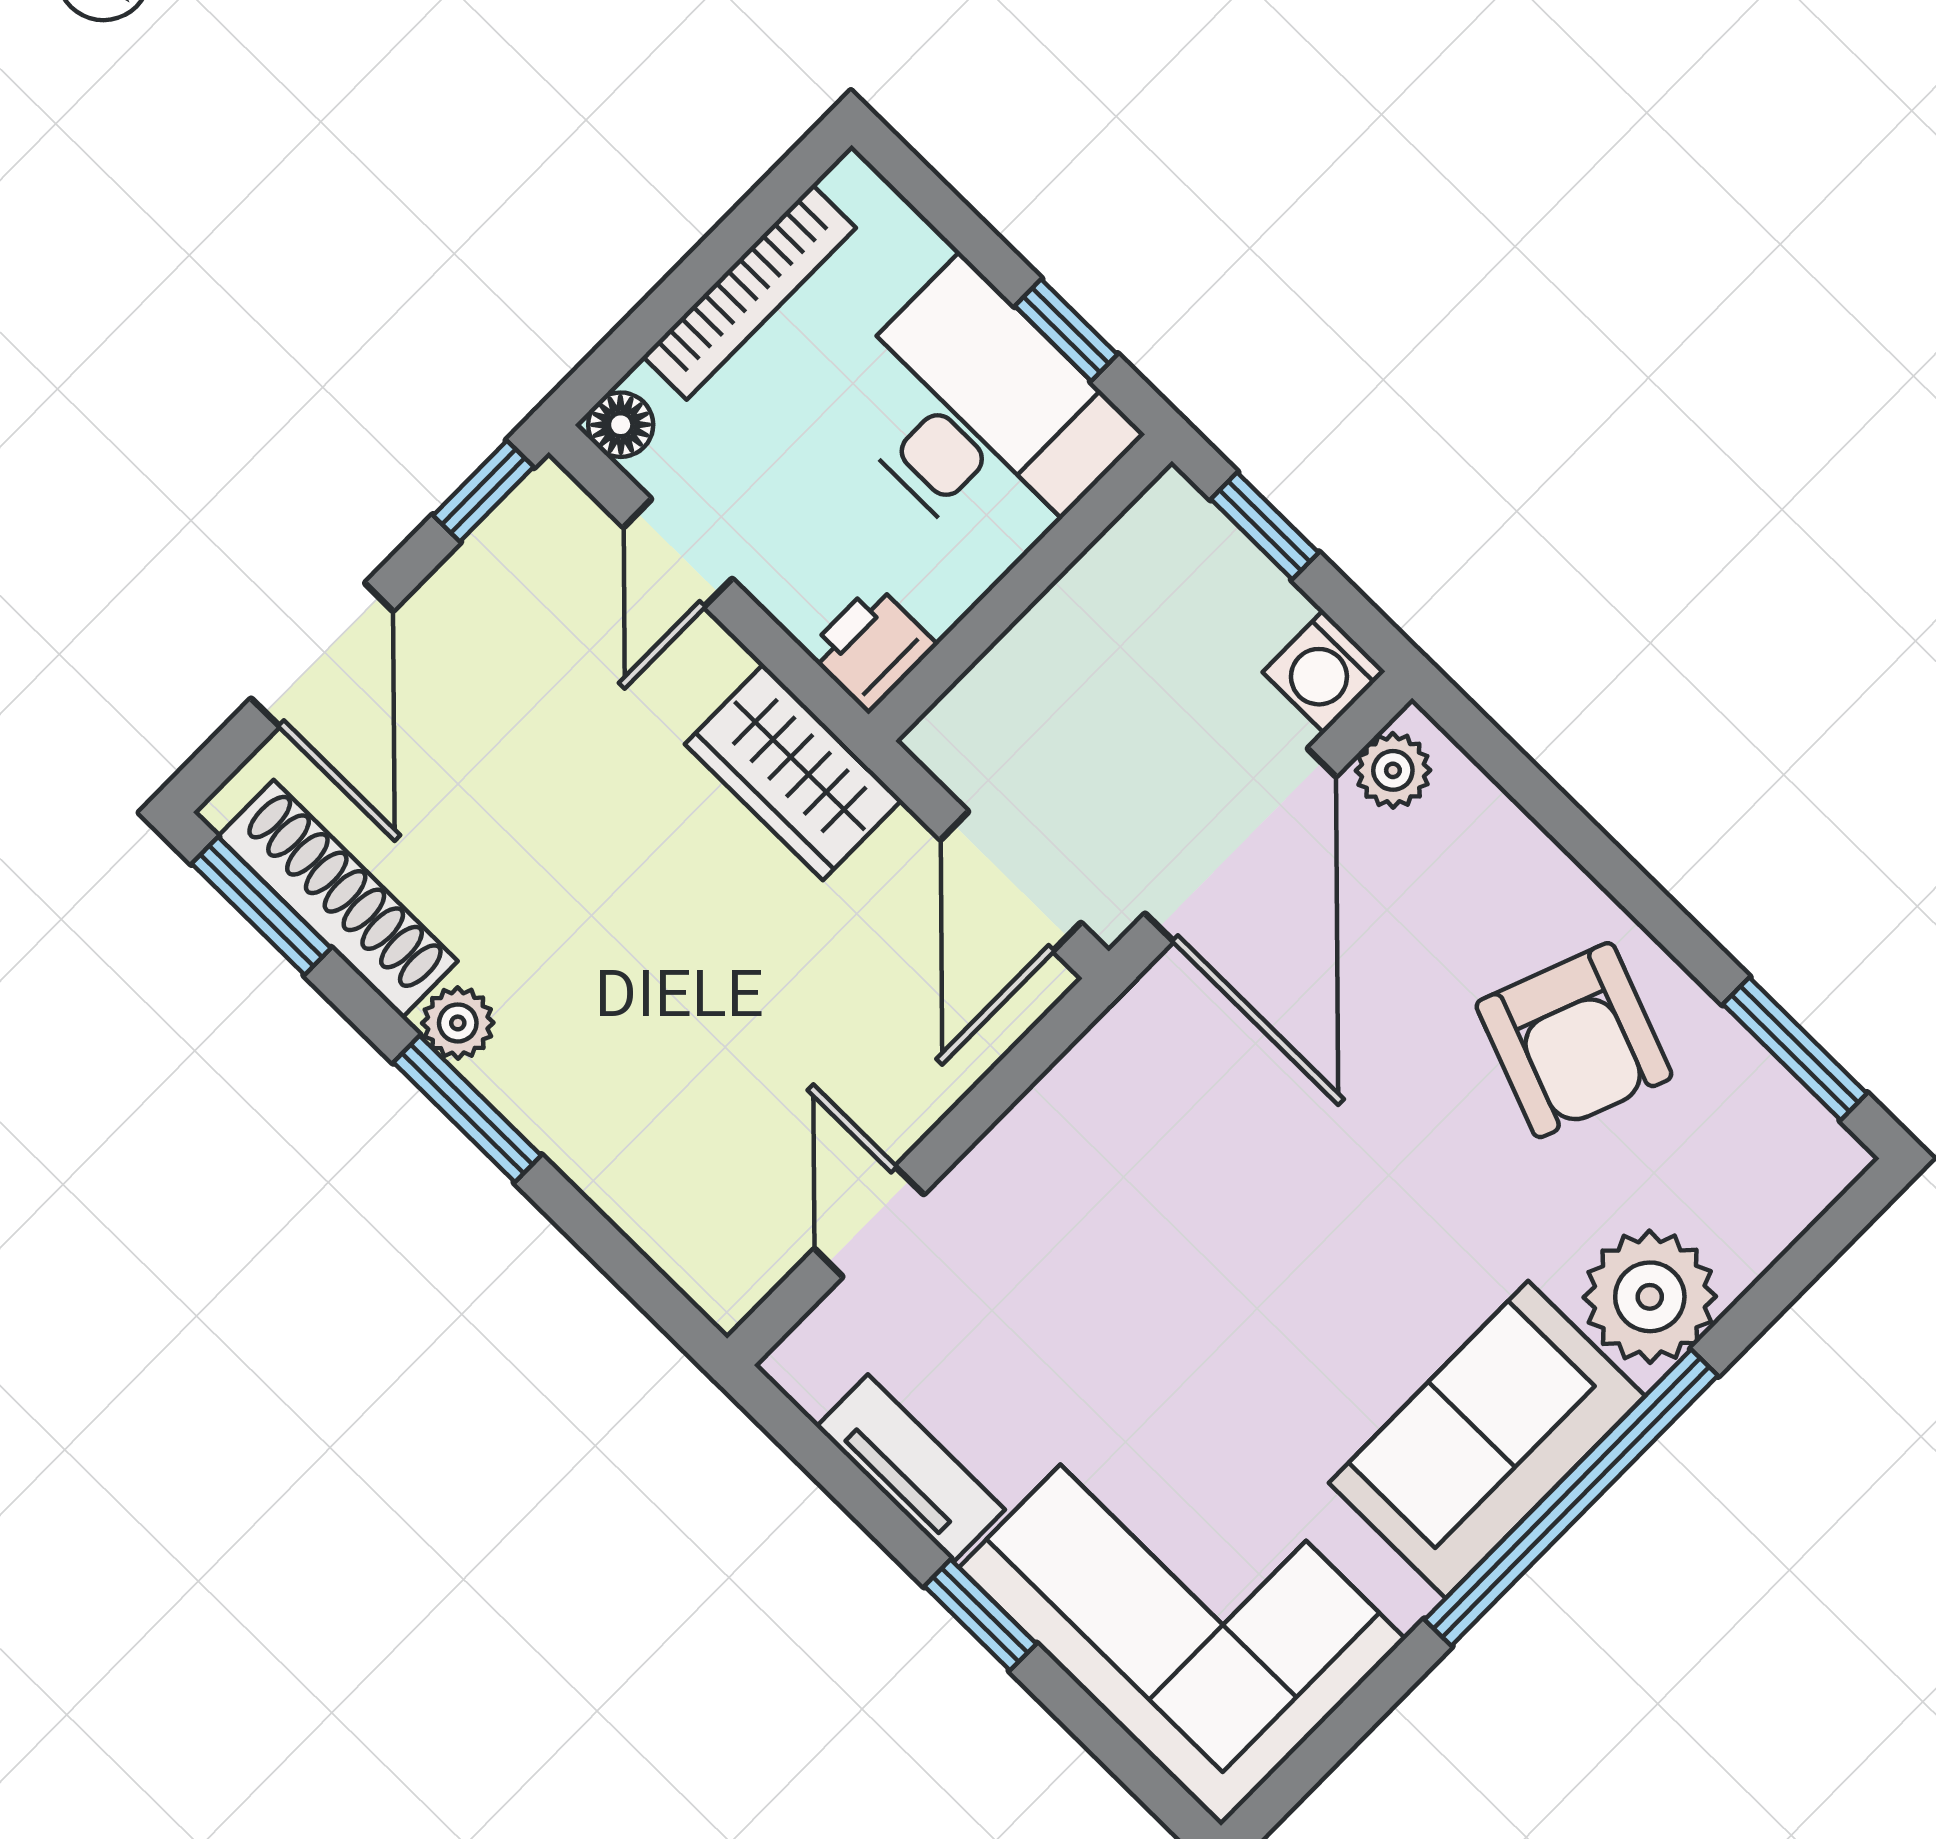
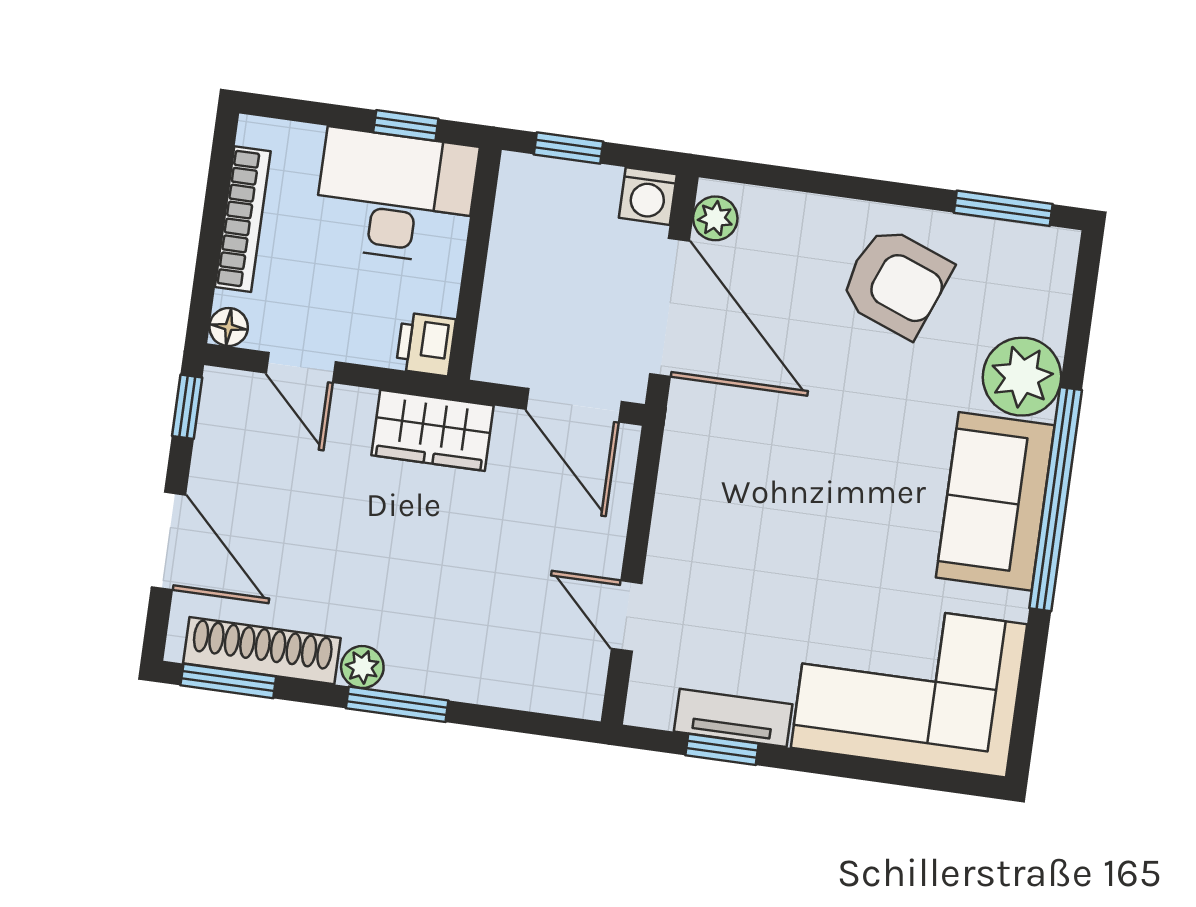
window: (980, 1615) -> (722, 749), moved

